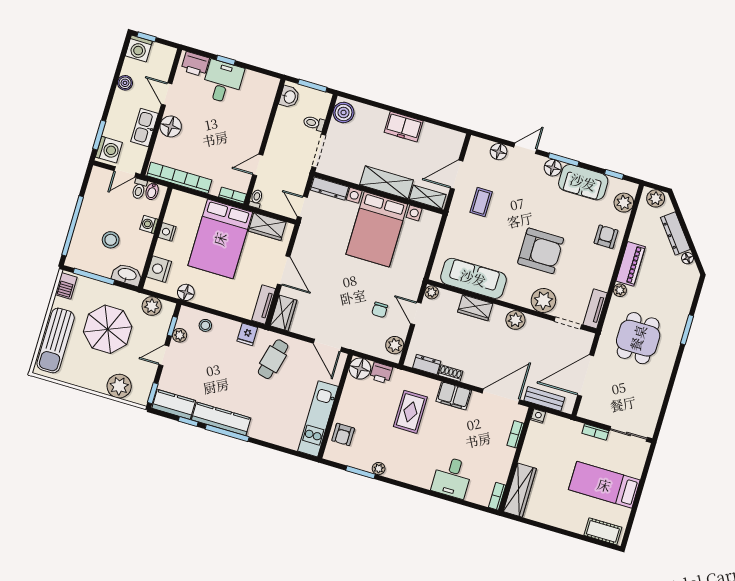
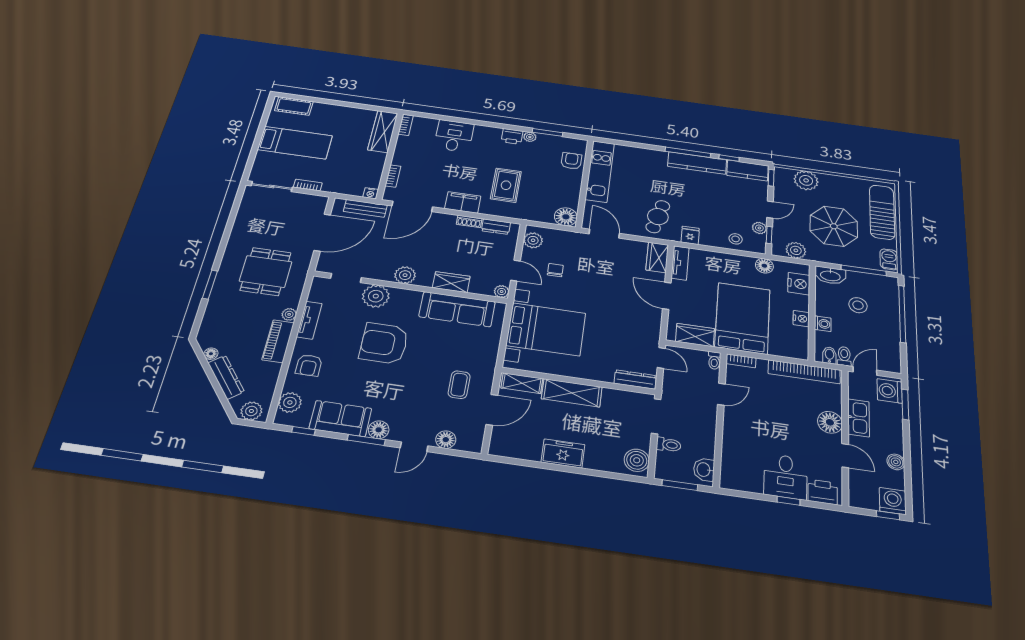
bed with nightstands: (377, 229) -> (546, 329), moved, turned 90
tv unit: (595, 309) -> (309, 320), moved
printer: (381, 373) -> (512, 136), moved, turned 180

